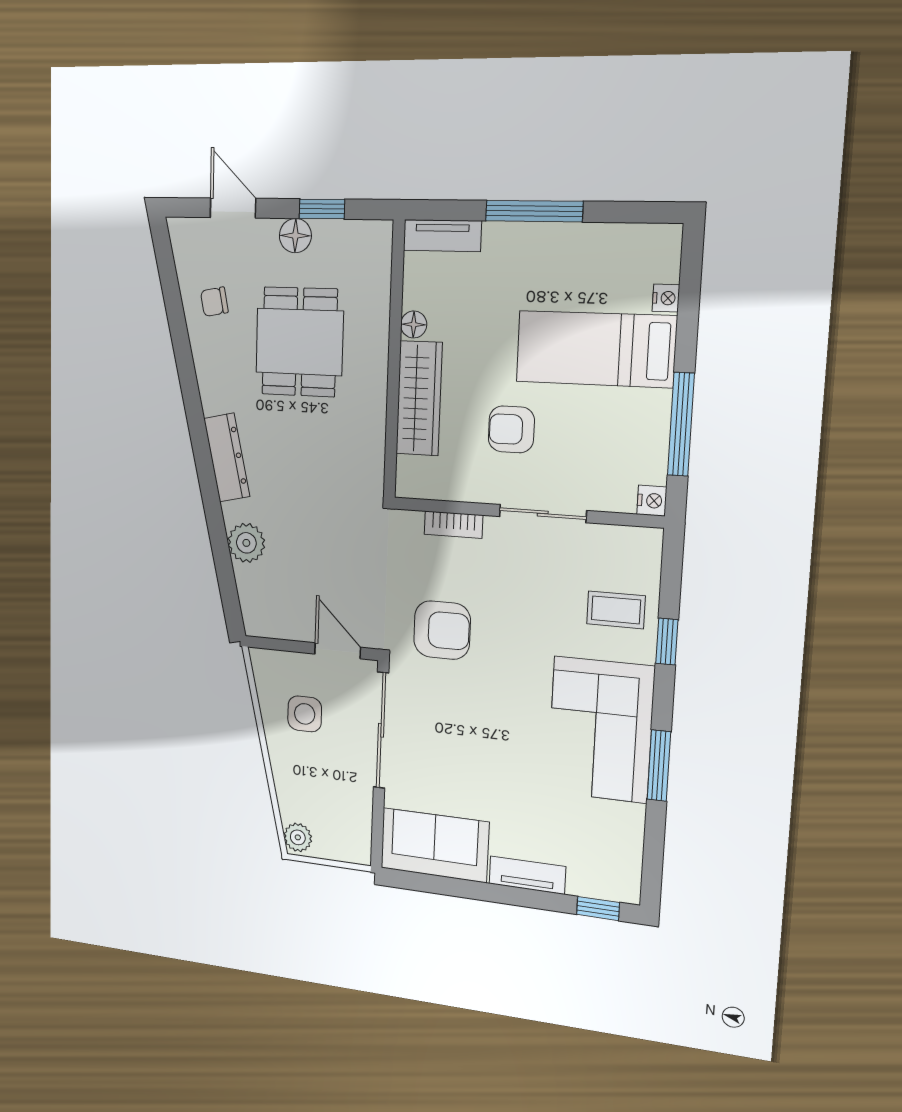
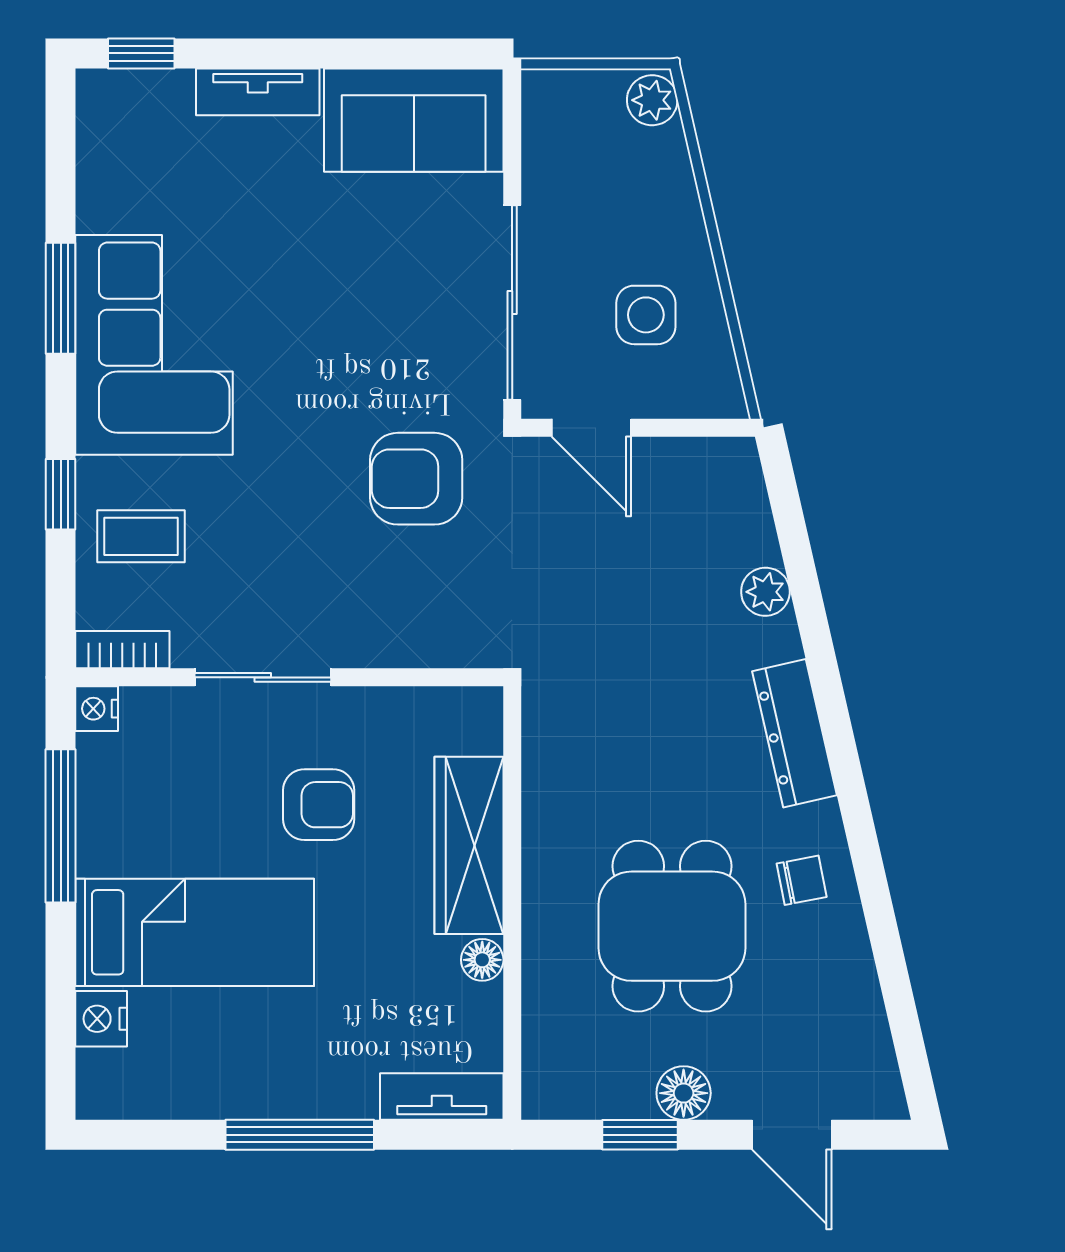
nightstand: (666, 298) -> (101, 1019), width x1.39, depth x1.35
chair: (214, 302) -> (802, 880), moved
bookcase: (454, 525) -> (122, 650), moved
plant: (246, 543) -> (765, 592), width x0.73, depth x0.73

